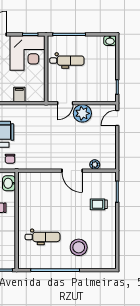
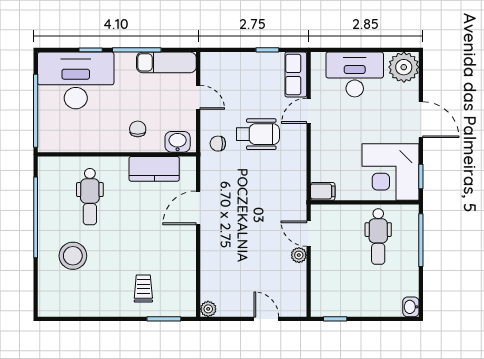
filing cabinet: (19, 95) -> (323, 191), moved
plant: (82, 113) -> (299, 255), width x0.53, depth x0.53
door: (117, 118) -> (266, 319), moved
plant: (95, 165) -> (208, 309), moved
door: (72, 171) -> (198, 208), moved
kitchen counter: (25, 198) -> (154, 169), added

